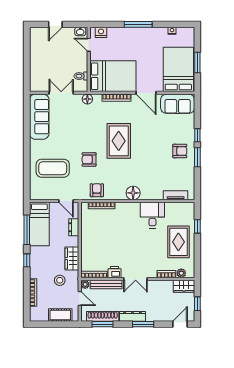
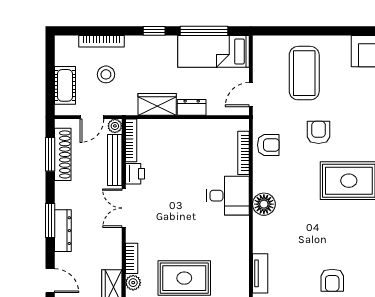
desk: (152, 215) -> (228, 196), moved
dresser: (74, 227) -> (192, 107), moved
stool: (60, 280) -> (106, 74), moved
dresser: (132, 316) -> (63, 231), moved

